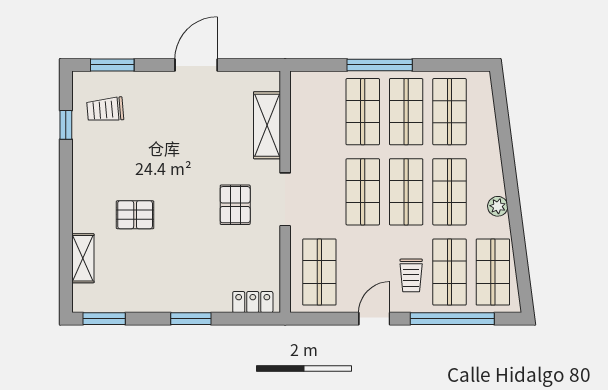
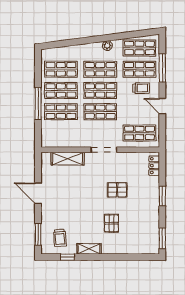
pallet: (235, 205) -> (117, 190), moved
shelving: (83, 258) -> (89, 249), moved
window: (452, 319) -> (162, 68), width x0.68

